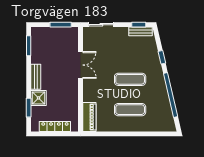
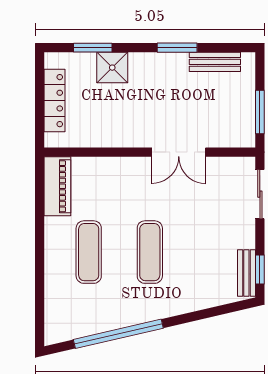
window: (29, 46) -> (177, 48), moved
window: (162, 57) -> (194, 316), removed
bench: (36, 77) -> (215, 62), moved
piano: (89, 117) -> (57, 186), moved, turned -90

